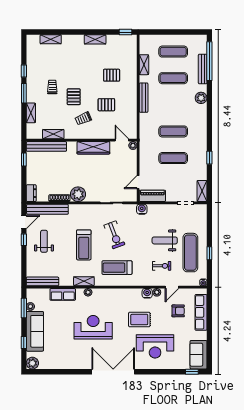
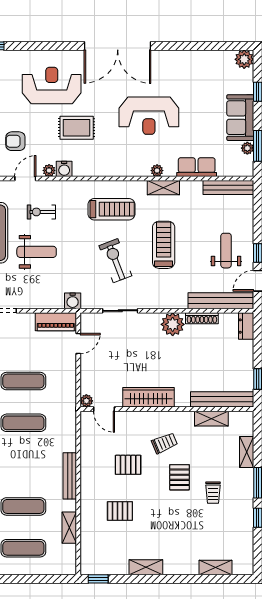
weight bench: (44, 241) -> (226, 251), turned 180
sofa: (35, 331) -> (240, 118), width x0.73

